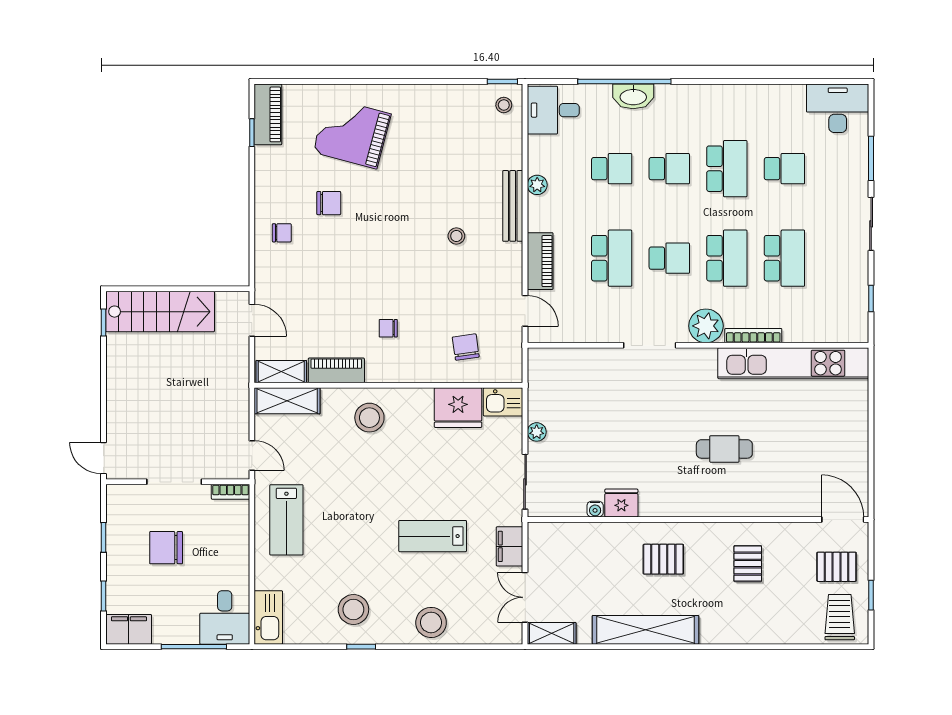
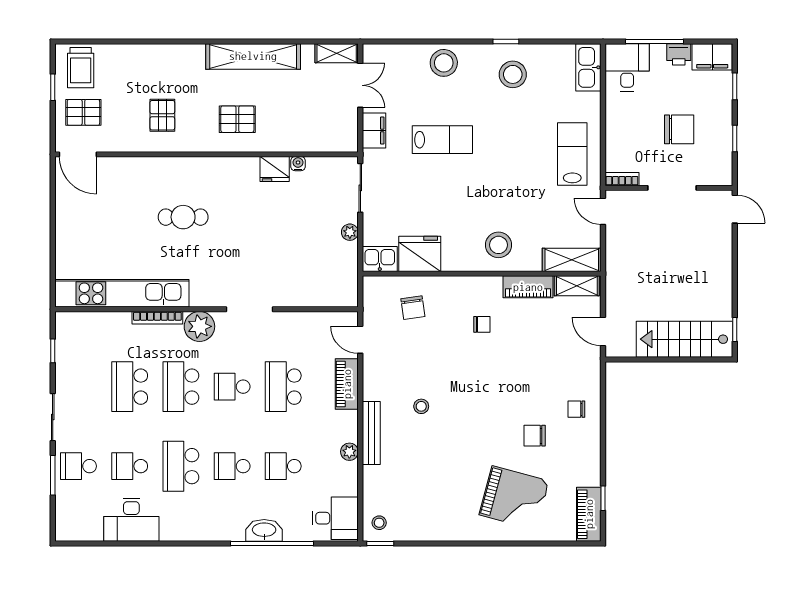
desk: (838, 108) -> (131, 520), moved
school desk: (842, 169) -> (79, 466), added
printer: (167, 632) -> (679, 54), added

